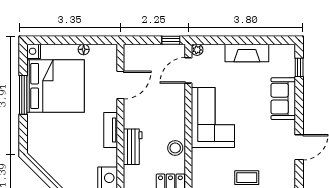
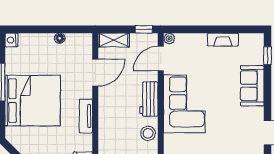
shelving: (140, 51) -> (114, 40), added
fireplace: (247, 53) -> (223, 40), width x0.73, depth x0.76
bed: (56, 86) -> (33, 101), moved
workbench: (133, 147) -> (149, 99), moved, turned 180

